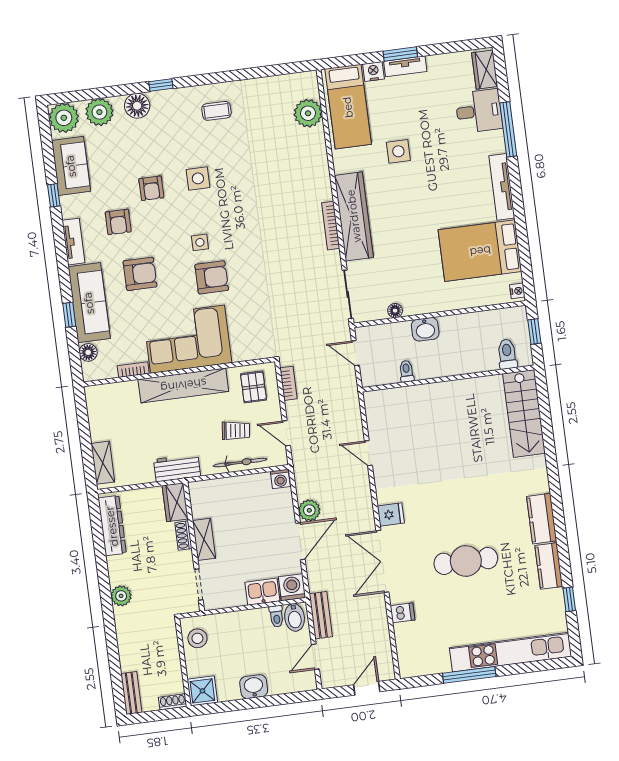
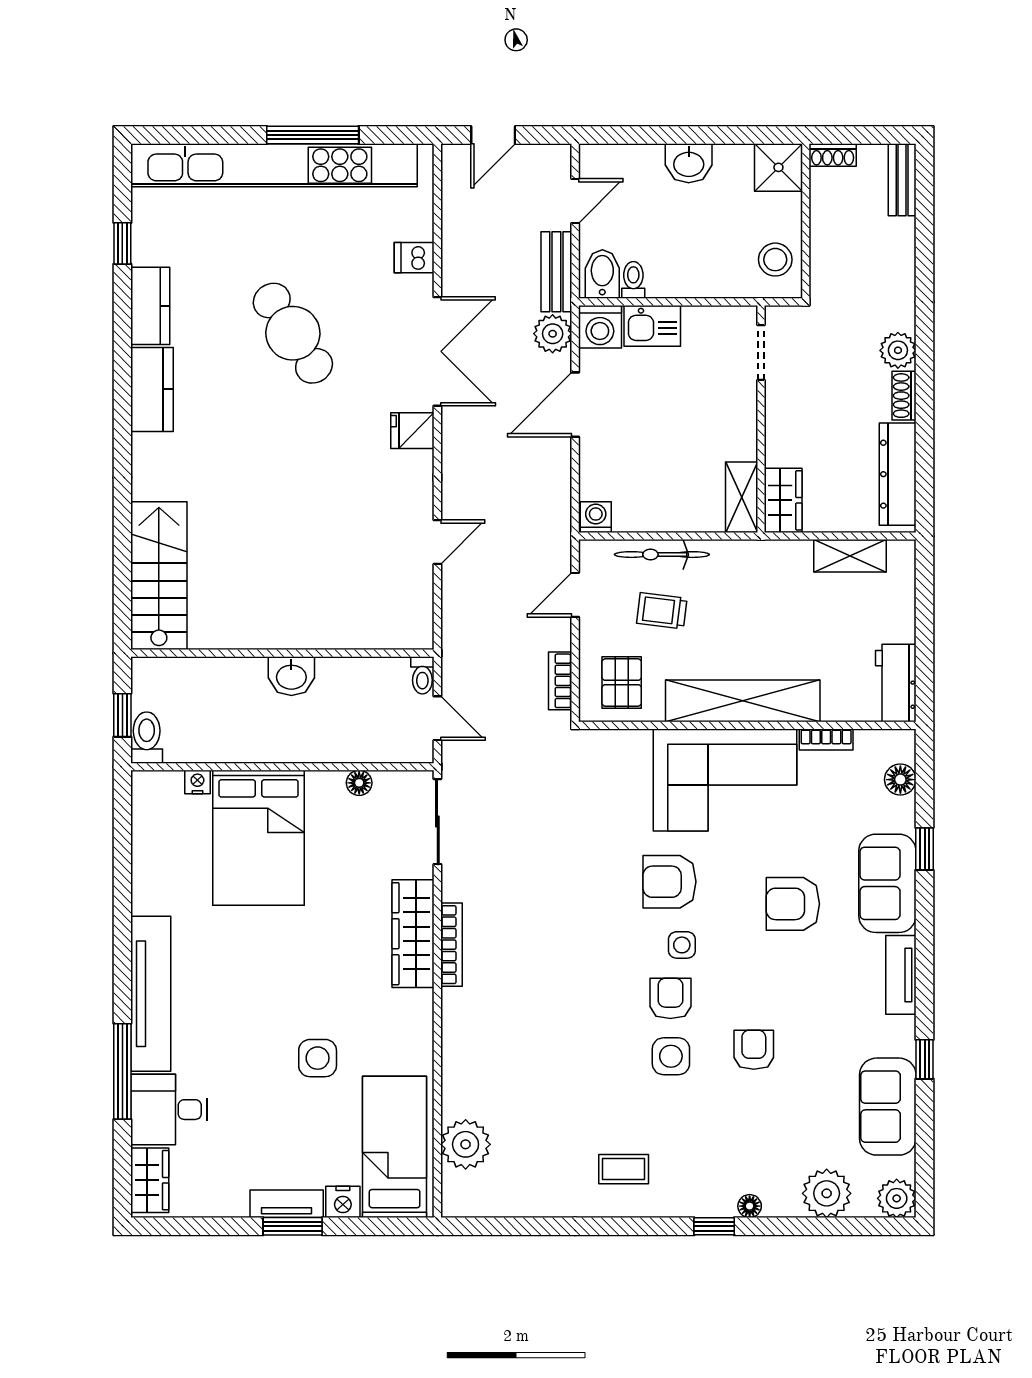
floor lamp: (137, 106) -> (750, 1206), width x0.53, depth x0.53
plant: (64, 118) -> (897, 1198), width x0.73, depth x0.73
tv unit: (502, 187) -> (151, 994), width x1.36, depth x1.29
wardrobe: (354, 216) -> (413, 934), width x0.71, depth x0.85
armchair: (118, 222) -> (670, 998), moved
bed: (480, 251) -> (258, 838), moved, turned 90
nightstand: (517, 291) -> (197, 782), moved, turned 90
sofa: (89, 303) -> (887, 883), width x0.73
washbasin: (425, 329) -> (291, 676), moved, turned 180
toilet: (507, 354) -> (147, 738), moved, turned 180
toilet: (406, 371) -> (422, 675), moved
door: (286, 433) -> (575, 595), swing flipped
door: (368, 453) -> (437, 542), hinge flipped
shelving: (103, 463) -> (850, 556), moved, turned 90
workbench: (177, 468) -> (896, 683), moved, turned 90
plant: (309, 510) -> (553, 334), moved
shoe rack: (183, 536) -> (904, 396), moved, turned 180
shelving: (204, 539) -> (742, 497), moved
cafe table: (466, 561) -> (293, 333), turned 57
kitchen unit: (511, 652) -> (274, 165), width x1.36

